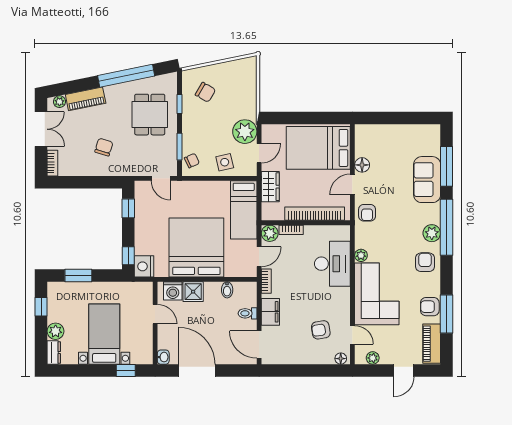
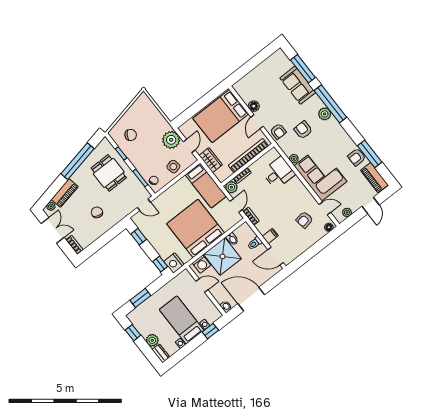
armchair: (425, 262) -> (303, 130), moved
desk: (332, 264) -> (278, 173), width x0.73
shower: (193, 292) -> (222, 256), width x1.86, depth x1.86
filing cabinet: (270, 312) -> (270, 236), width x0.50

